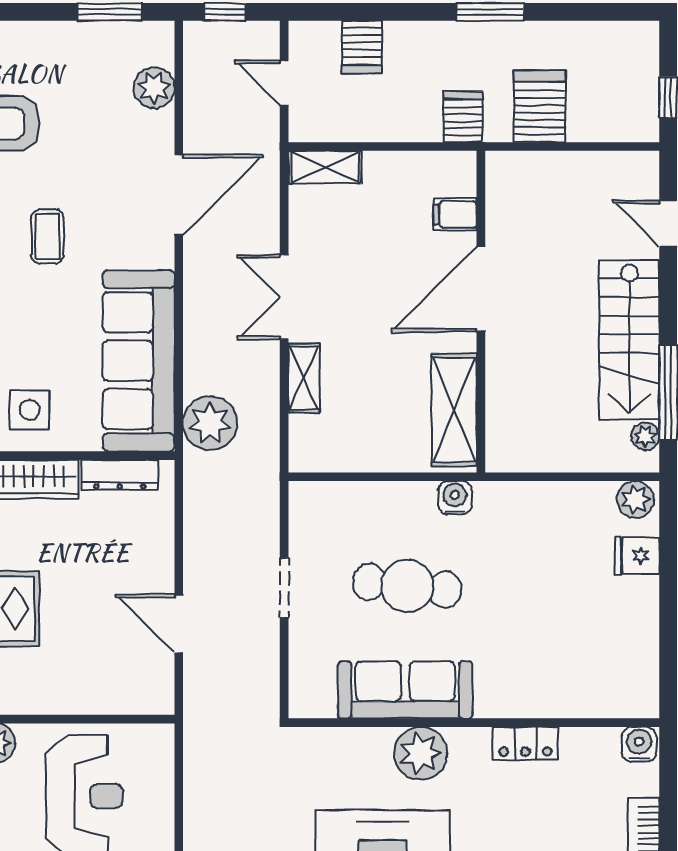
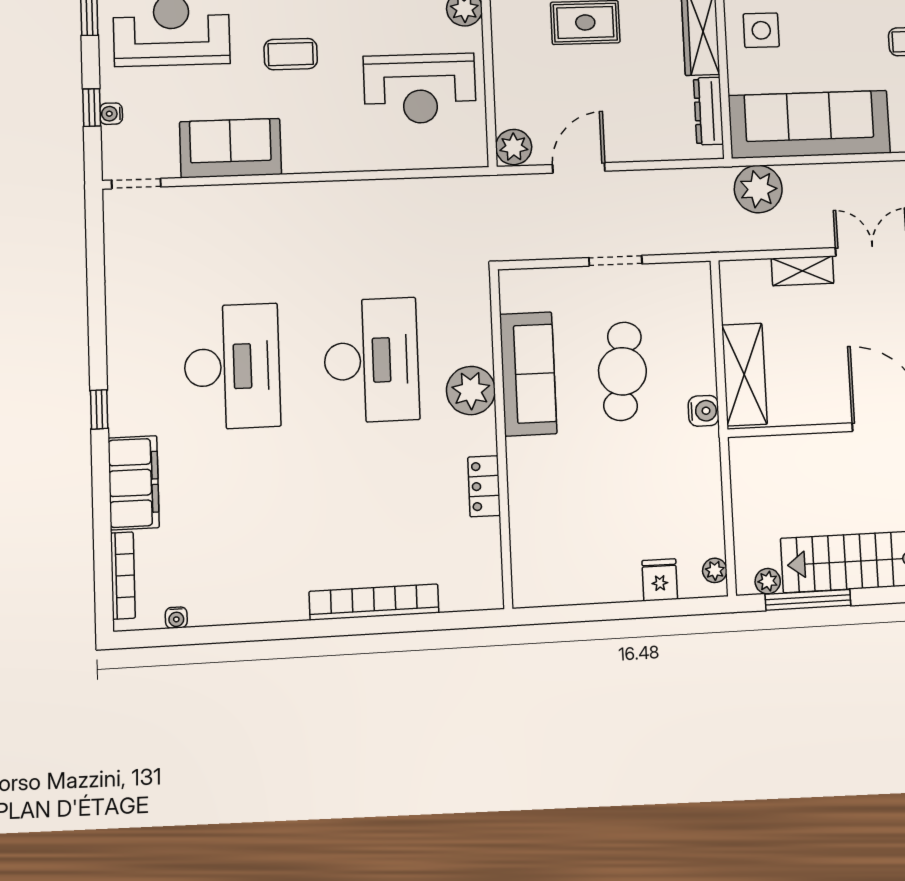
shelving: (454, 410) -> (744, 375), moved, turned 90
plant: (635, 499) -> (715, 570), width x0.73, depth x0.73
plant: (153, 695) -> (514, 147), added
water cooler: (639, 744) -> (487, 591), removed

